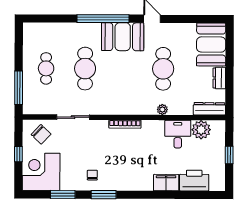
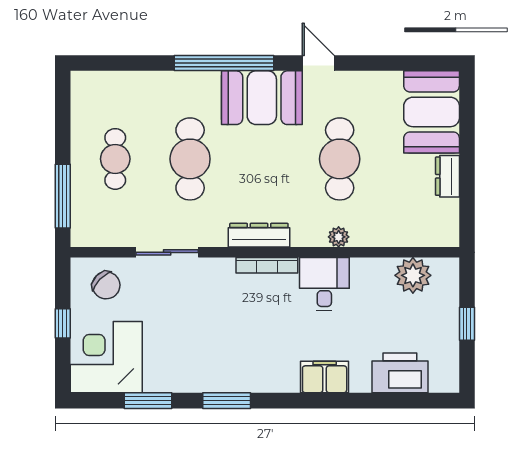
dresser: (209, 109) -> (259, 235), moved
desk: (178, 134) -> (324, 284), moved
chair: (92, 175) -> (205, 363), removed
filing cabinet: (166, 183) -> (325, 377), moved

